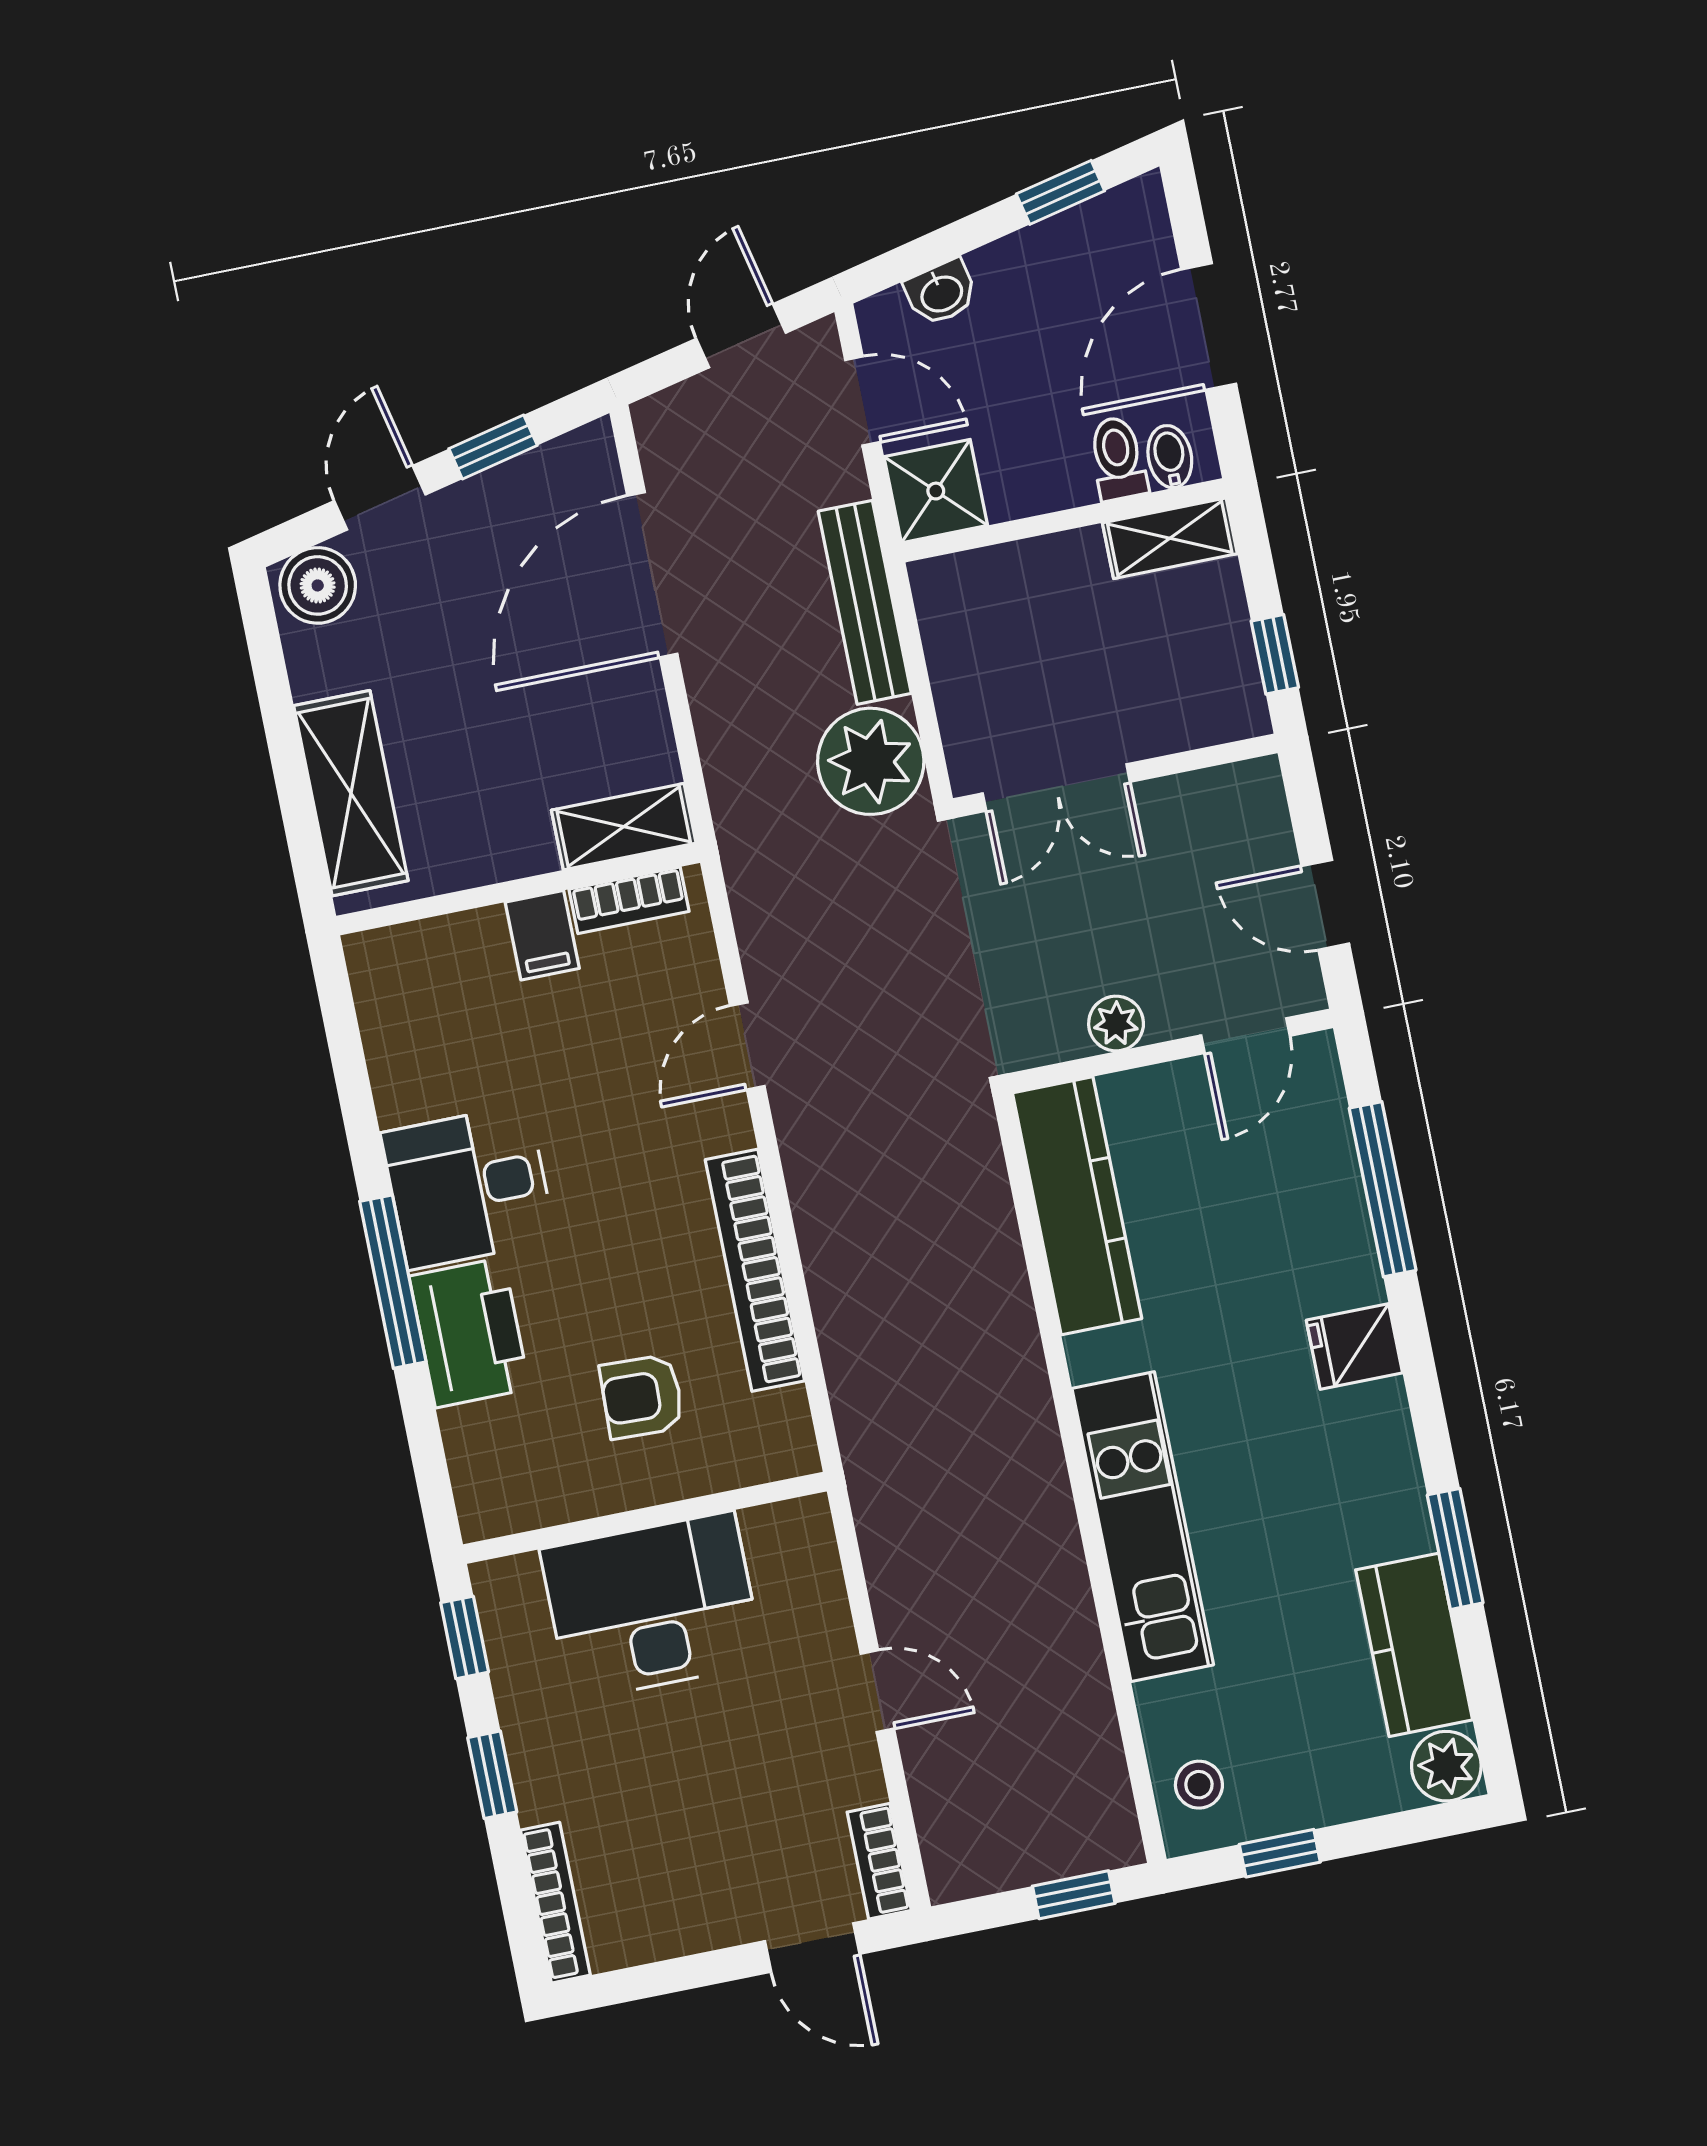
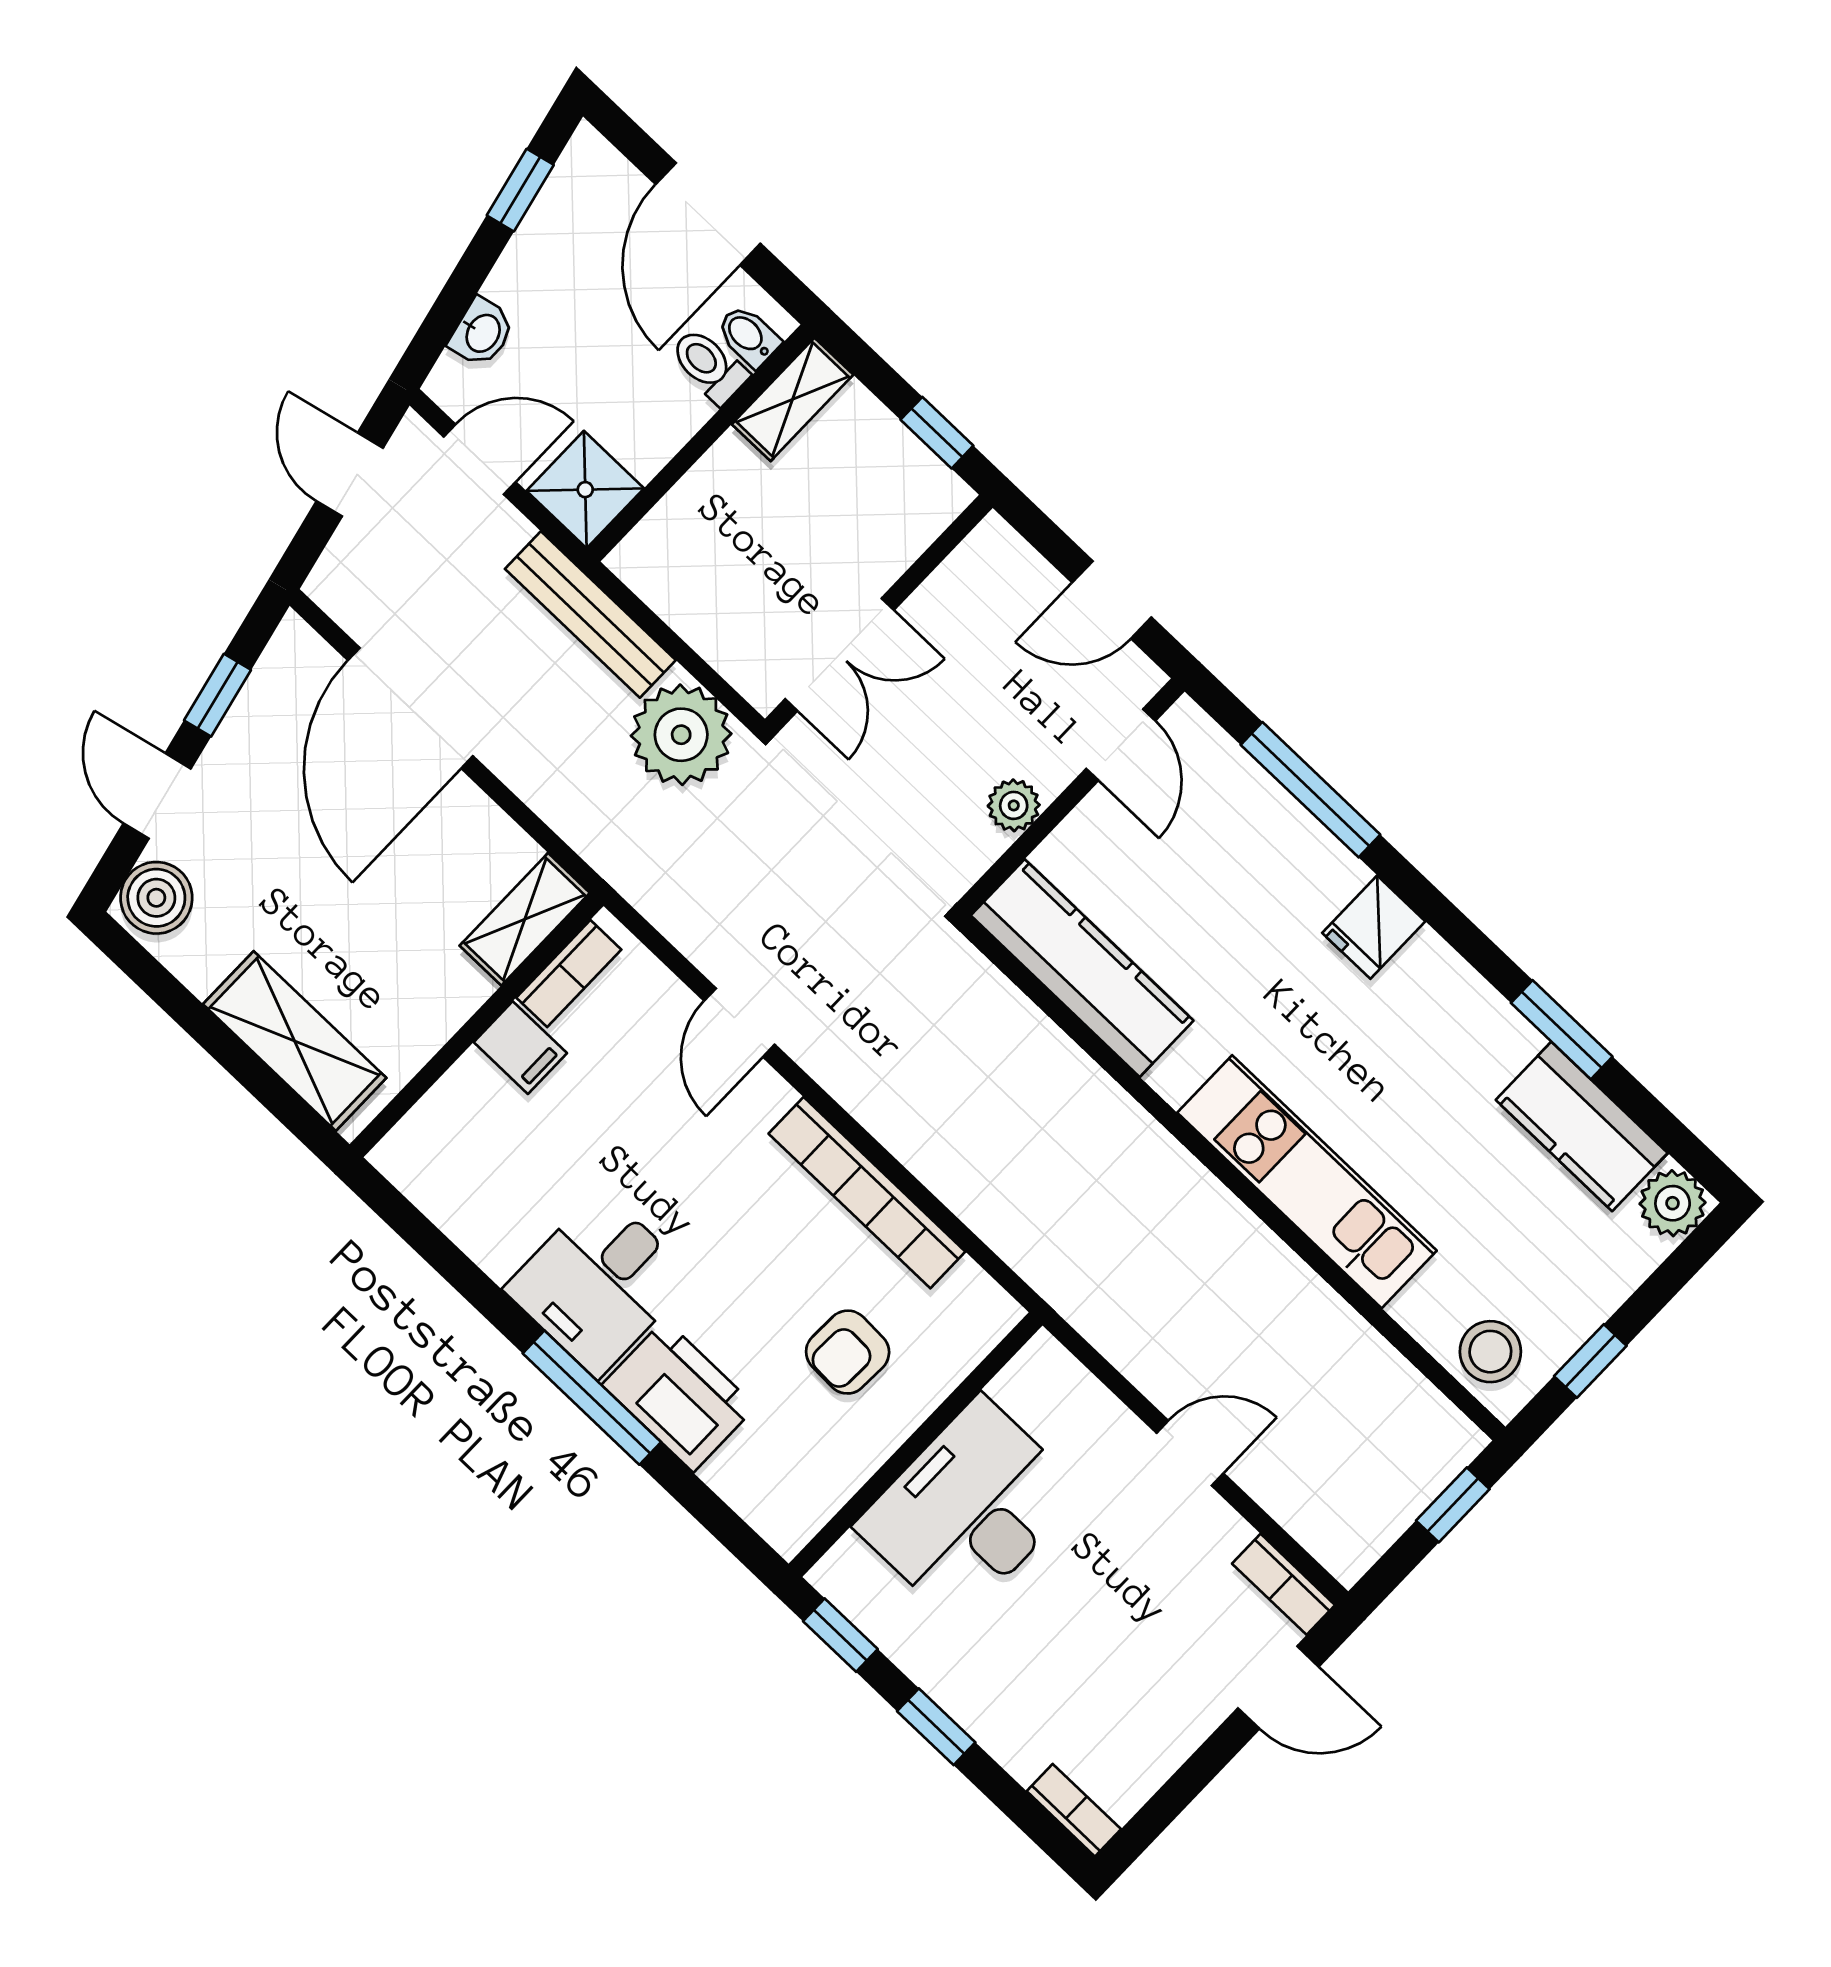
stool: (1199, 1785) -> (1490, 1352), width x1.37, depth x1.37
bookcase: (555, 1903) -> (1074, 1810), width x0.64

